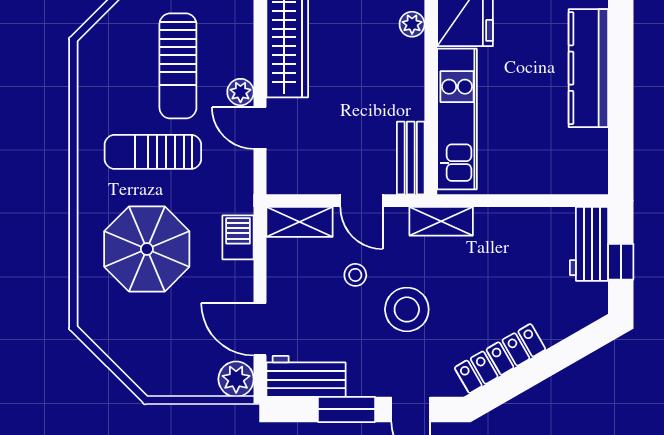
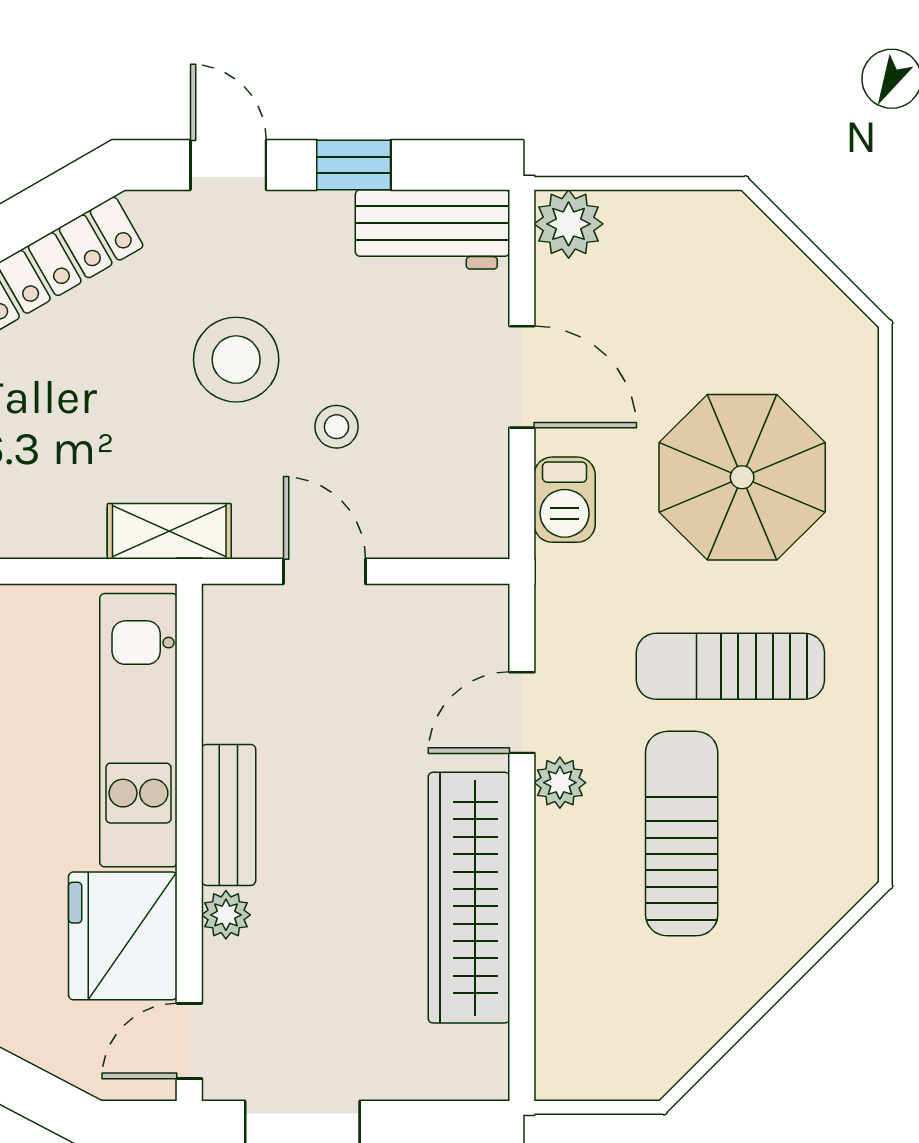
door: (260, 128) -> (522, 713), swing flipped
sun lounger: (153, 152) -> (730, 666), turned 180
bench: (411, 158) -> (229, 815), moved
shelving: (300, 222) -> (445, 530), removed
door: (260, 329) -> (522, 377), moved
window: (346, 409) -> (354, 165), width x0.67

